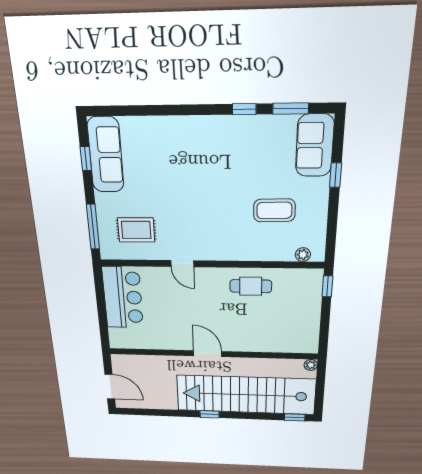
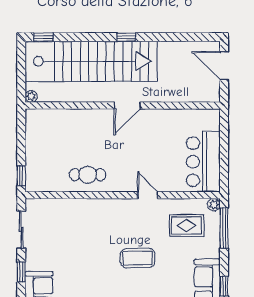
coffee table: (274, 210) -> (138, 258), moved
sliding door: (332, 226) -> (21, 230), added
plant: (303, 255) -> (214, 205), moved
door: (207, 354) -> (127, 106), hinge flipped

